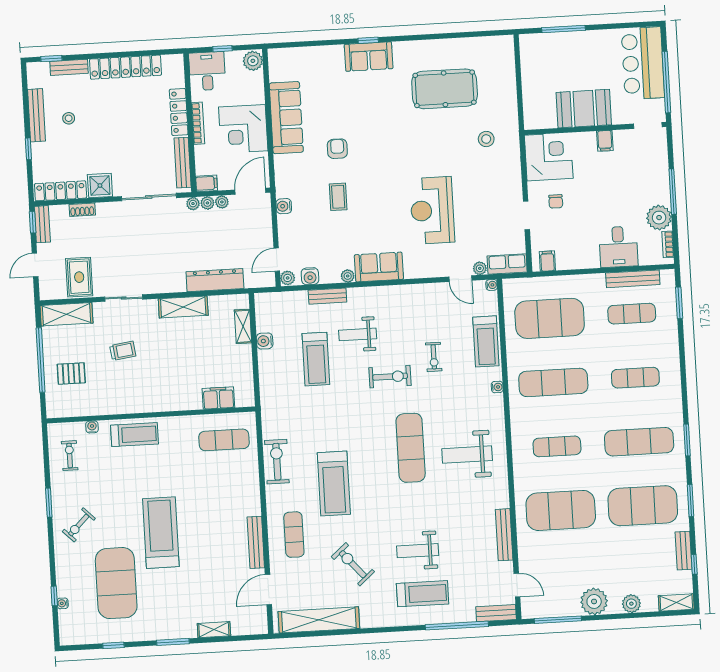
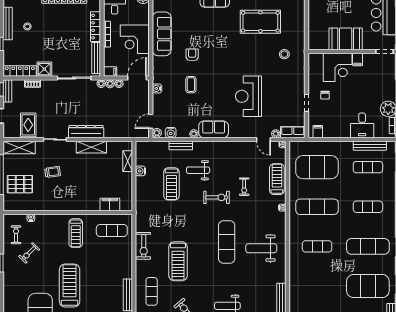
corner desk: (549, 157) -> (338, 67), moved, turned 90
dresser: (215, 280) -> (86, 132), moved
treadmill: (486, 341) -> (277, 179), turned 180
pallet: (71, 374) -> (20, 184), width x1.50, depth x1.42
treadmill: (134, 435) -> (76, 233), moved, turned 90
exercise bike: (277, 462) -> (144, 246), turned 180
exercise mat: (561, 510) -> (317, 286), removed
exercise bike: (79, 525) -> (29, 253), moved

